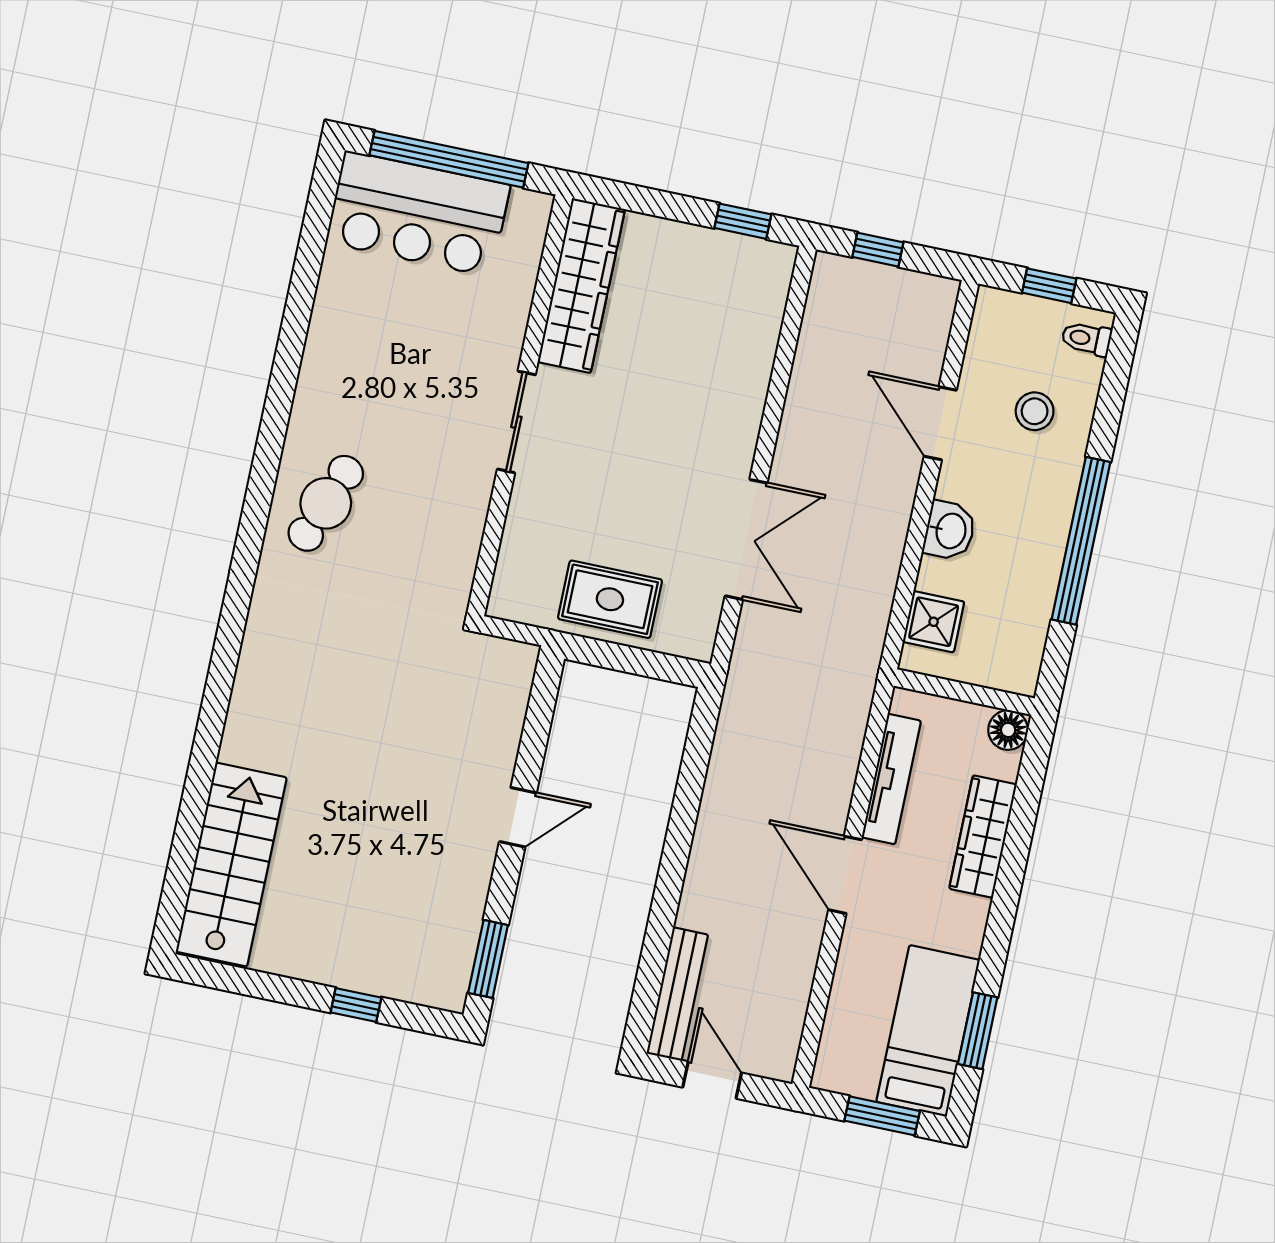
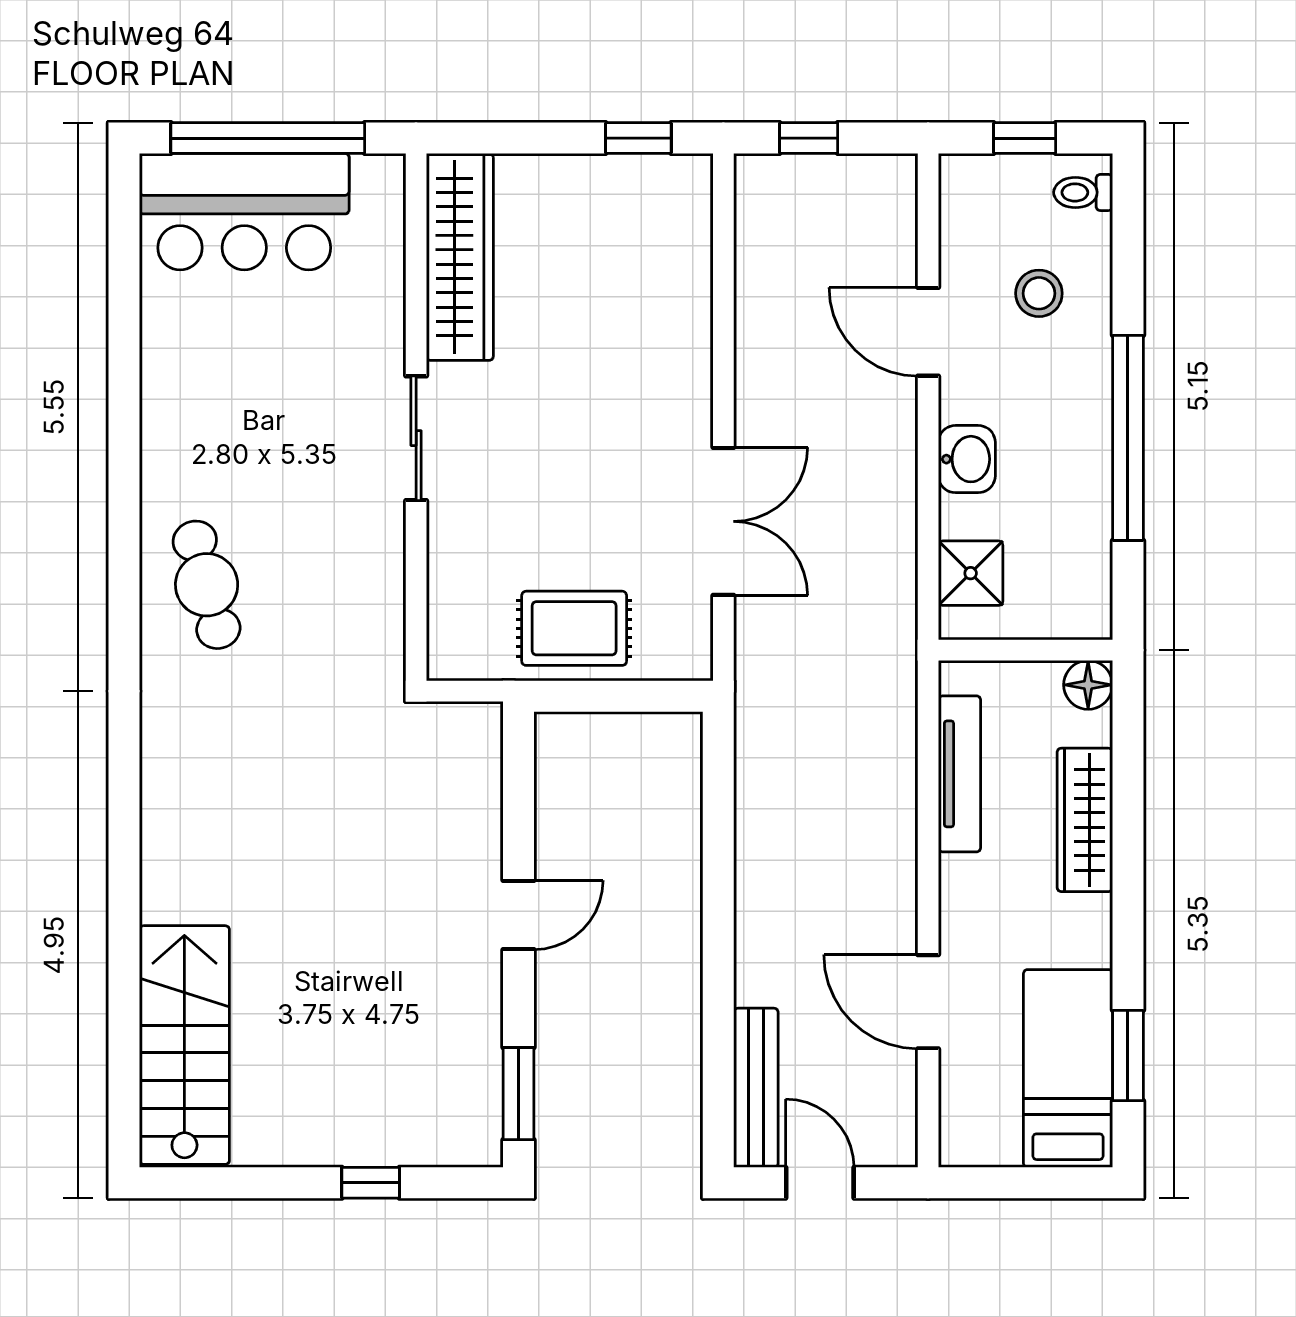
cafe table: (326, 503) -> (207, 585), turned -36
door: (845, 875) -> (928, 1002), moved
window: (882, 1116) -> (1034, 1183), removed

